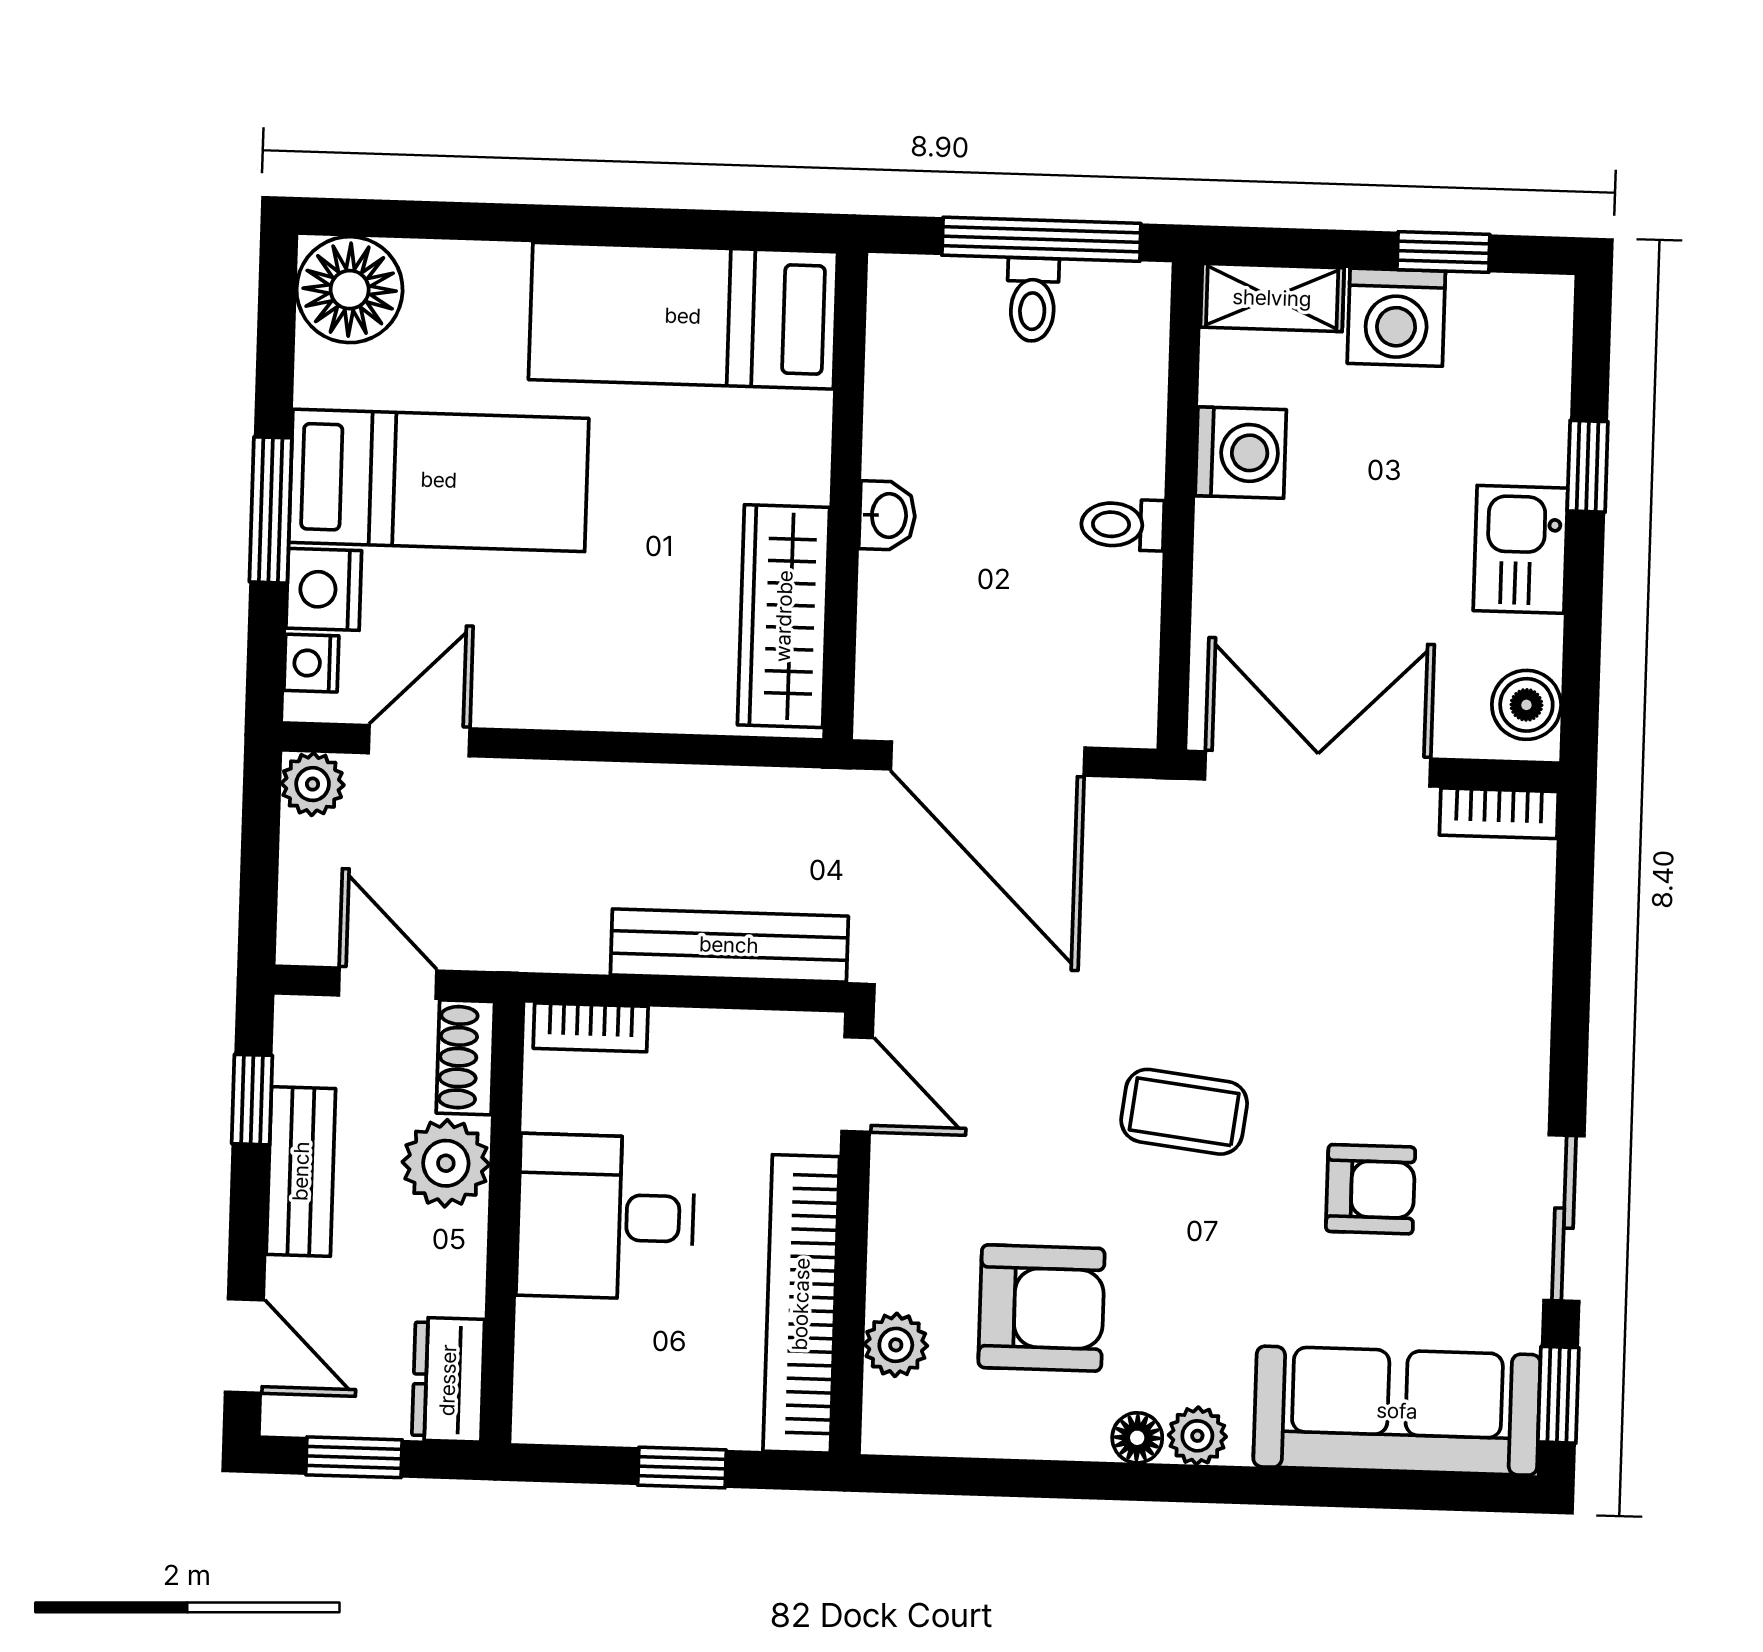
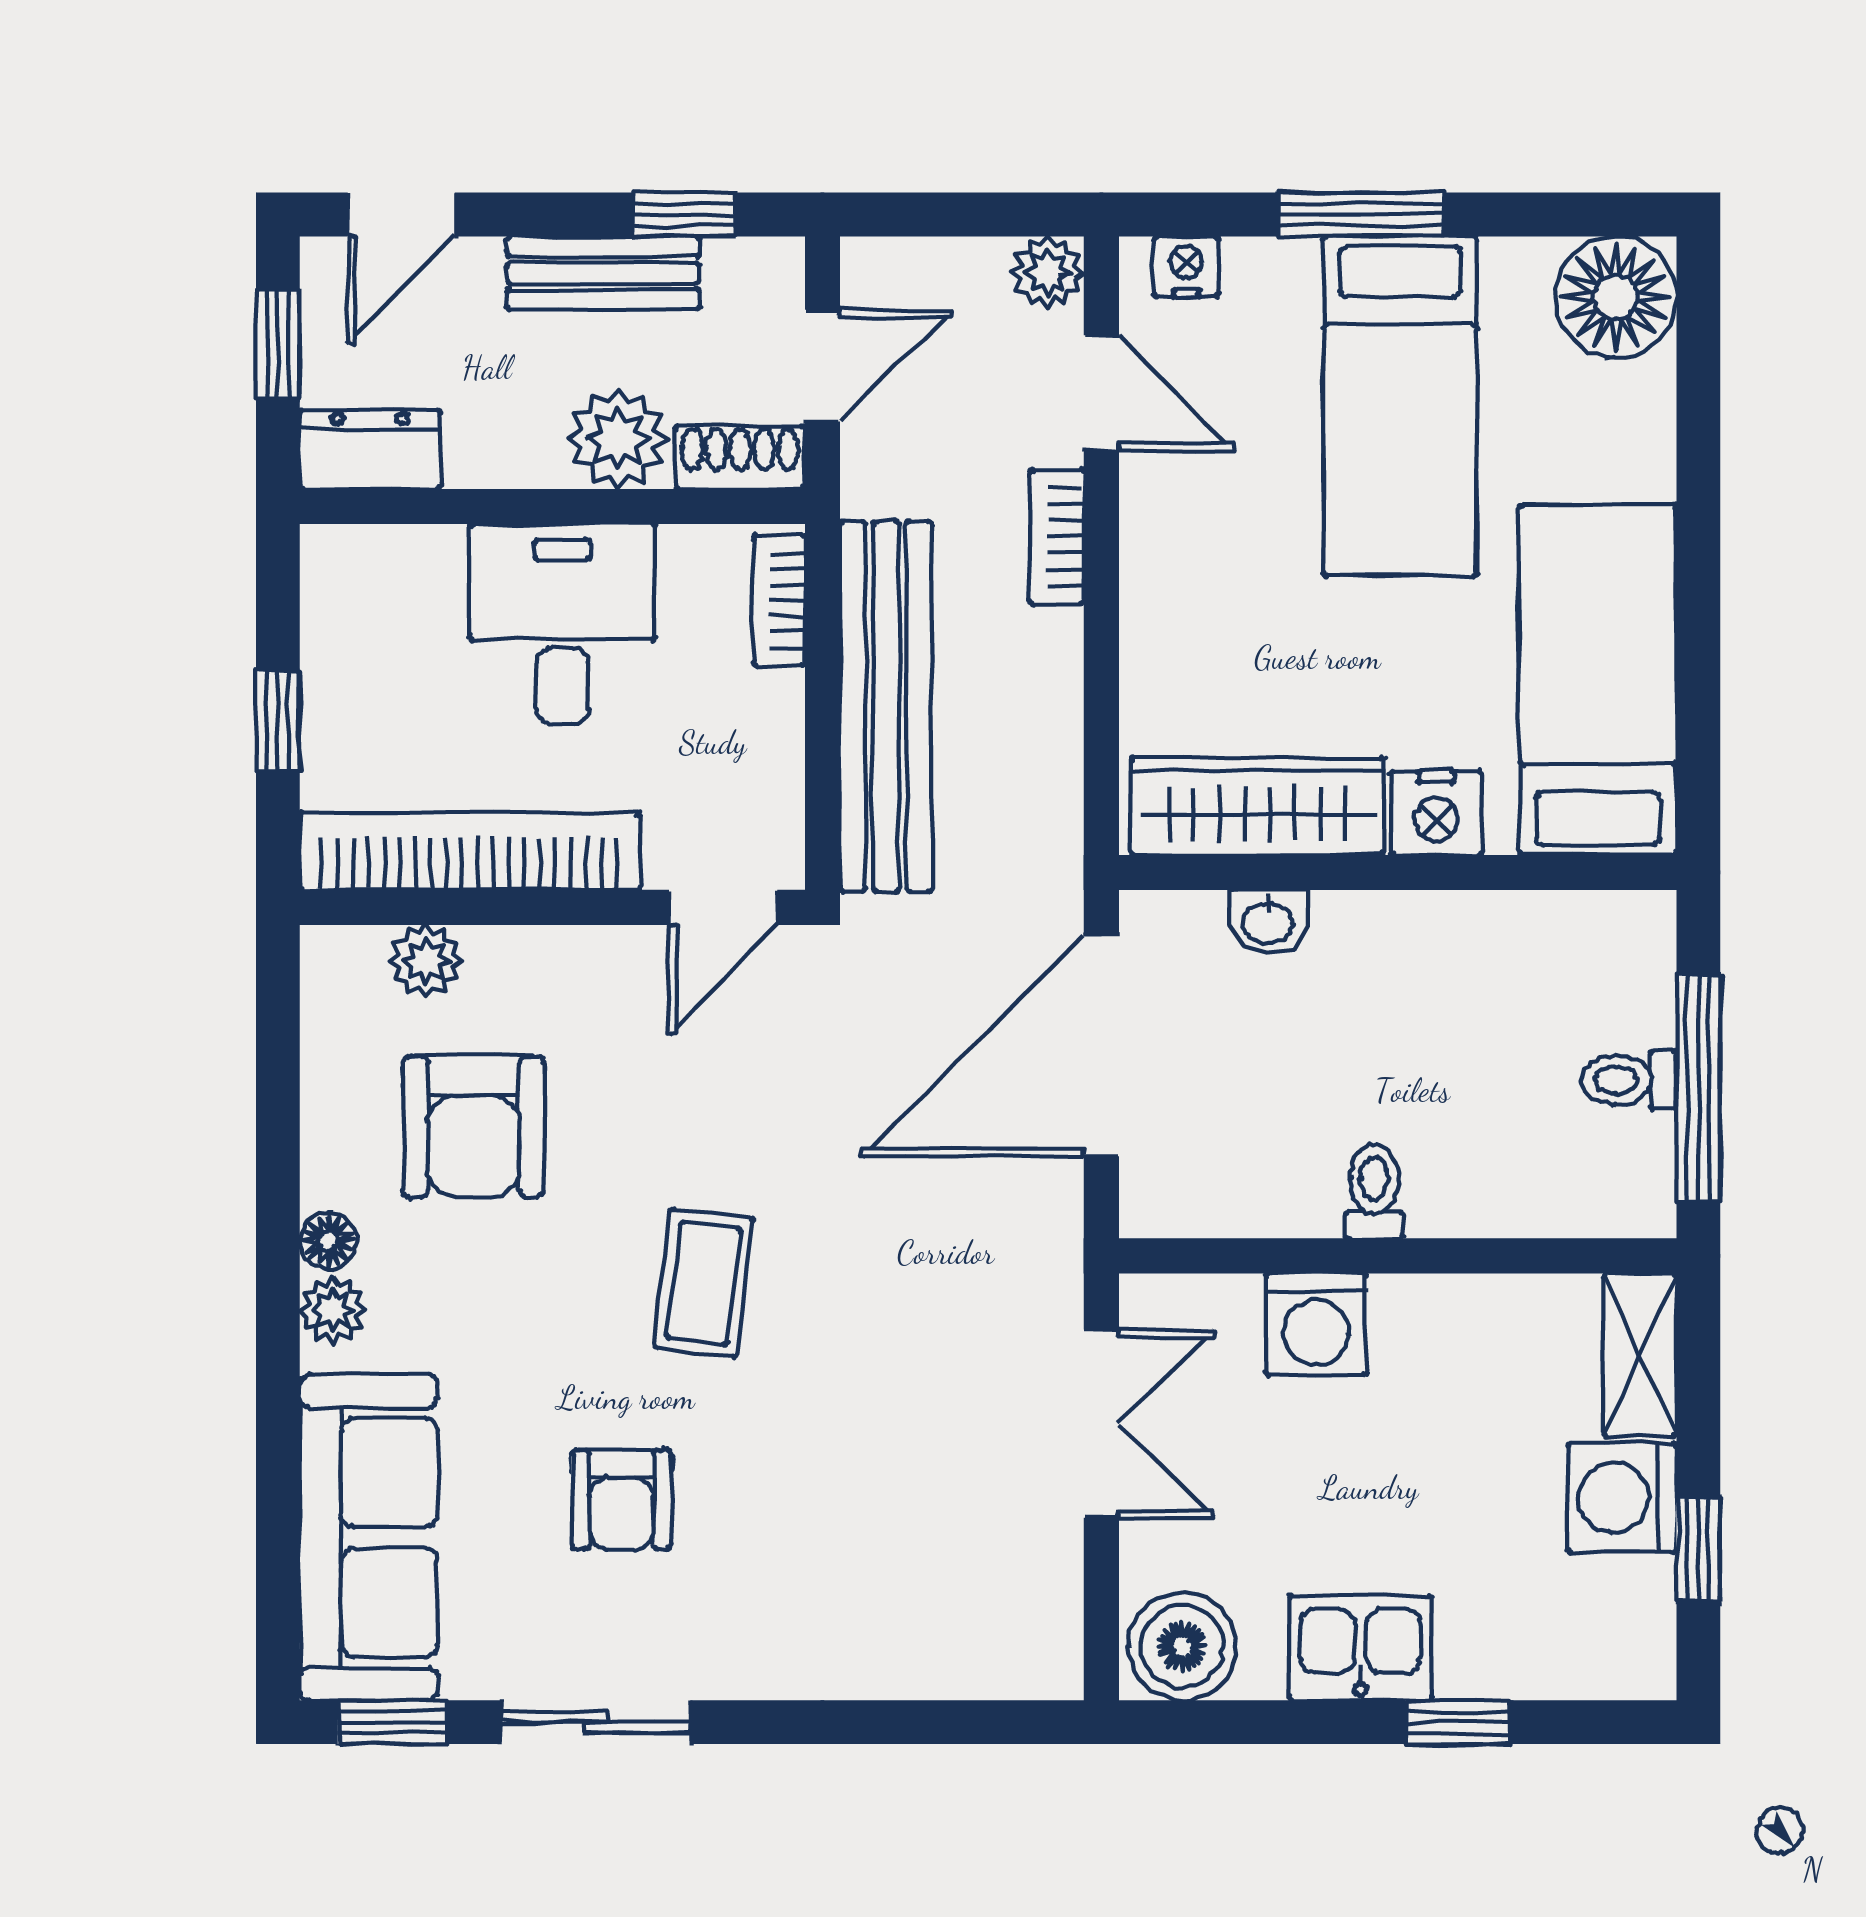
washing machine: (1241, 453) -> (1316, 1324), moved
washbasin: (887, 515) -> (1268, 921), moved
nightstand: (324, 589) -> (1436, 813), moved, turned 180
boiler: (1526, 705) -> (1182, 1646), width x1.36, depth x1.36
double door: (1318, 769) -> (1101, 1424), width x0.73
bookcase: (1499, 813) -> (1057, 536), moved
bench: (729, 945) -> (886, 706), width x1.37, depth x1.21

